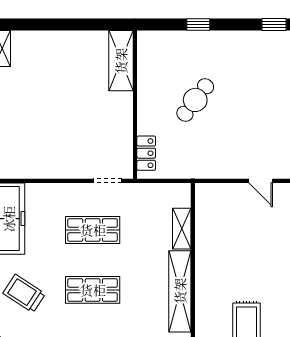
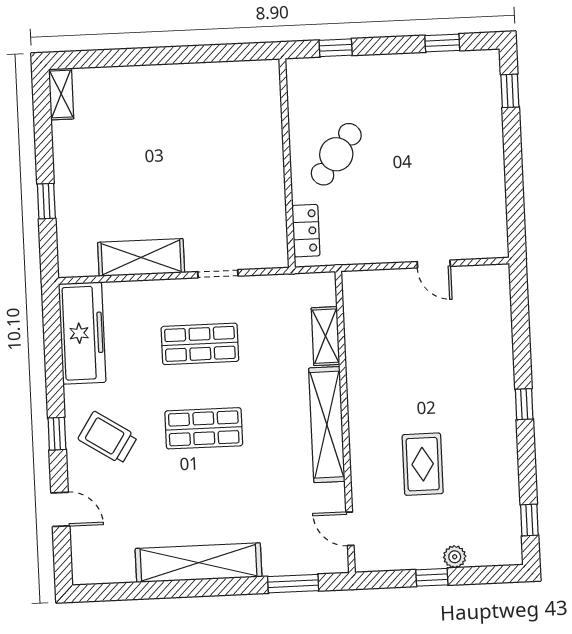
shelving: (121, 61) -> (141, 257), moved, turned 90
wall: (135, 105) -> (287, 163), moved
locker: (146, 153) -> (306, 231), moved

